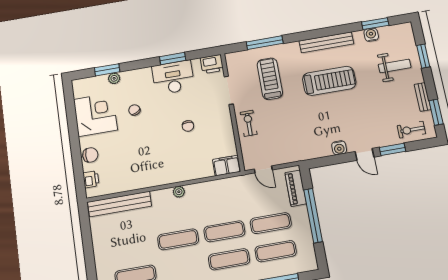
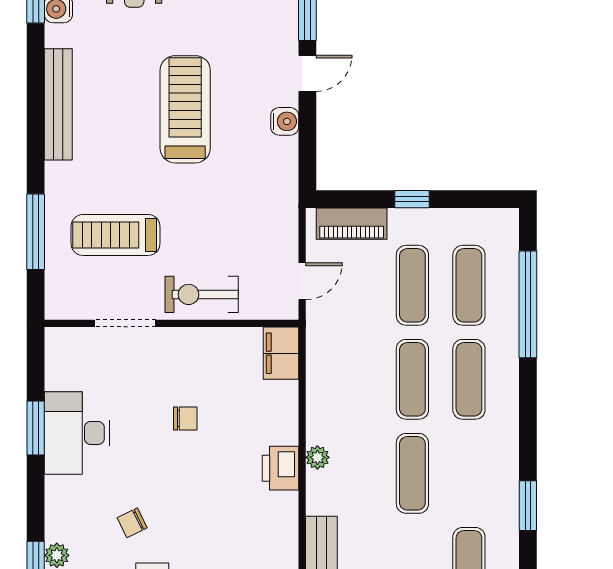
printer: (212, 64) -> (281, 468), moved, turned 180
treadmill: (329, 81) -> (185, 109), moved
exercise bike: (249, 123) -> (202, 294), width x1.38, depth x1.39
window: (313, 216) -> (412, 199), width x0.32

